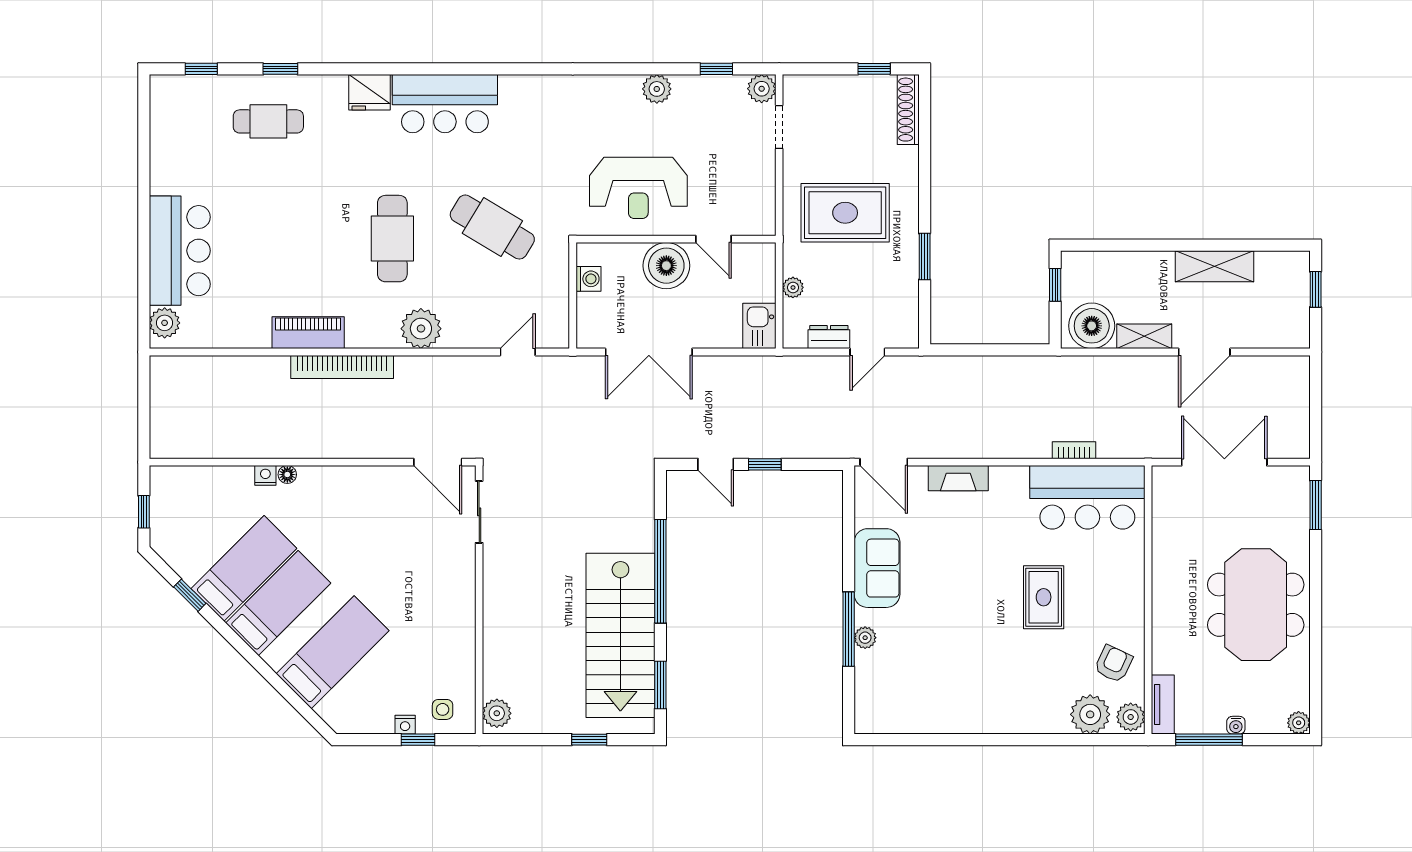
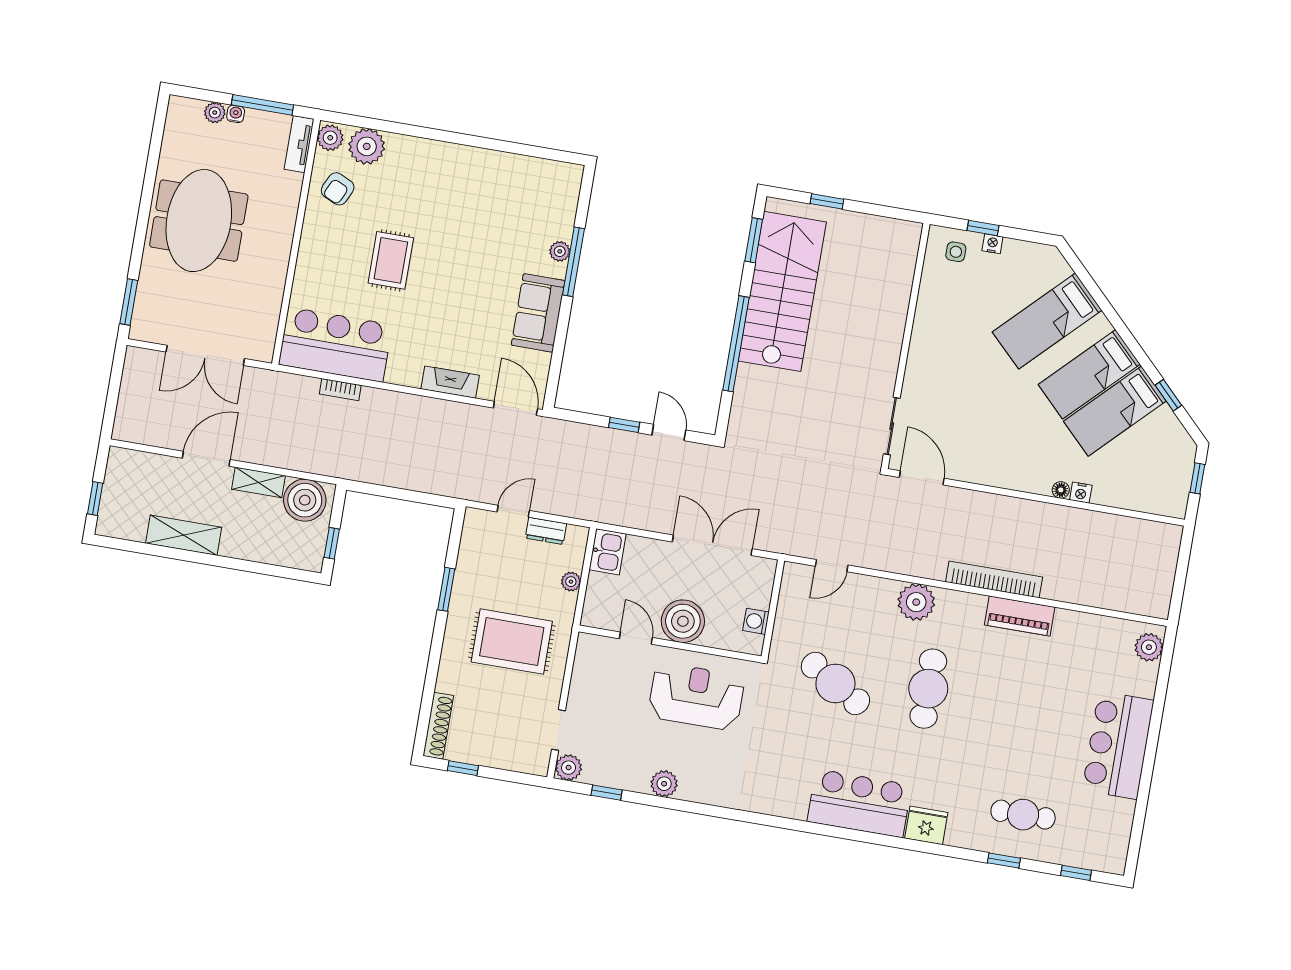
bar counter: (180, 251) -> (1118, 745), moved
plant: (497, 713) -> (907, 240), removed
plant: (1299, 723) -> (215, 113), moved

